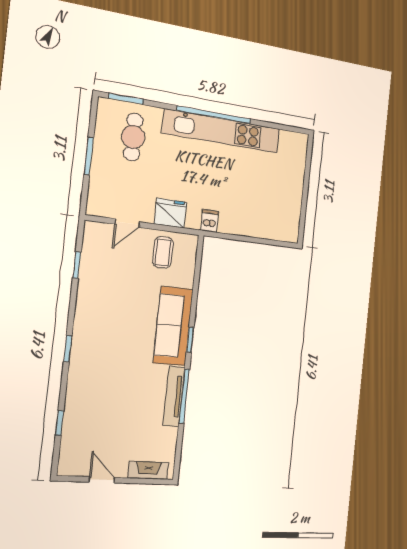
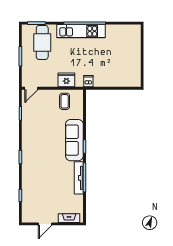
kitchen unit: (222, 131) -> (81, 31), width x0.73
cafe table: (133, 137) -> (42, 42), width x1.37, depth x1.35
door: (127, 223) -> (31, 88), moved
door: (102, 480) -> (45, 224), swing flipped

